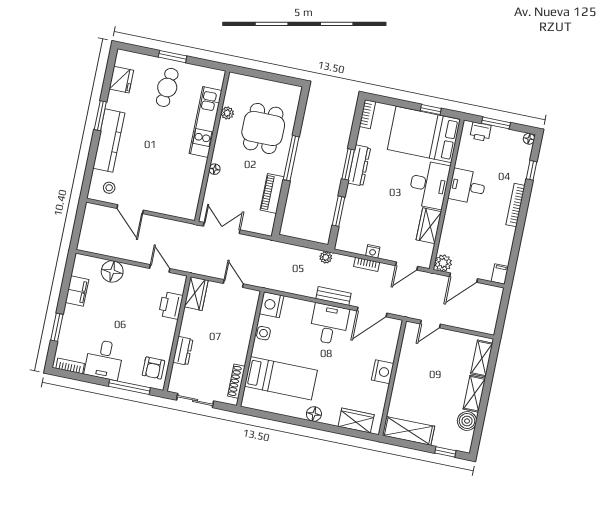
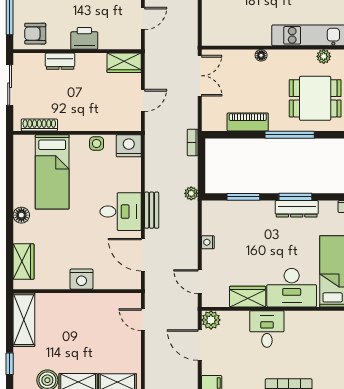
desk: (467, 186) -> (267, 329), moved
bookcase: (367, 264) -> (193, 142), moved
printer: (171, 305) -> (84, 38), moved

